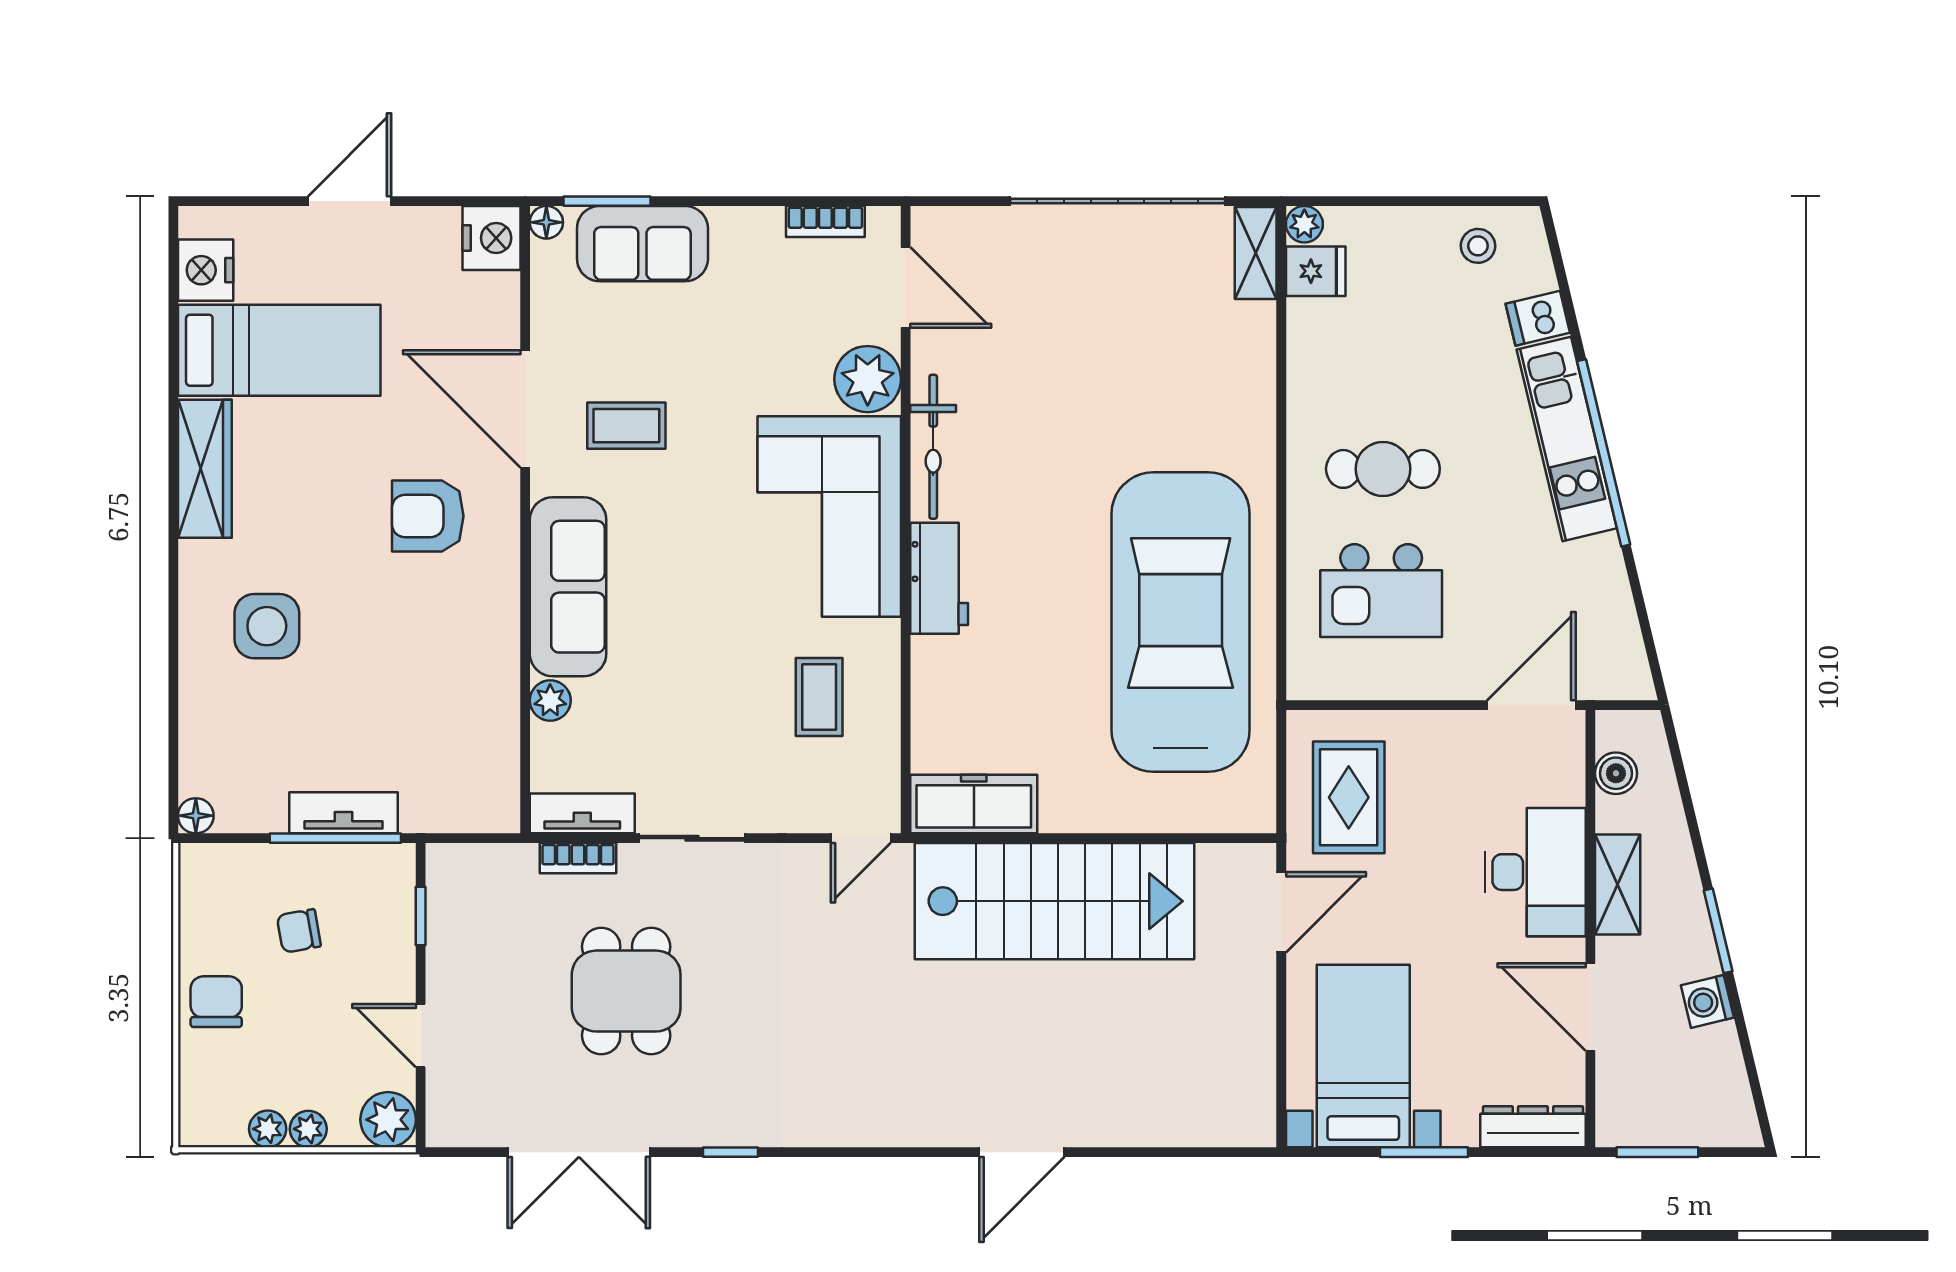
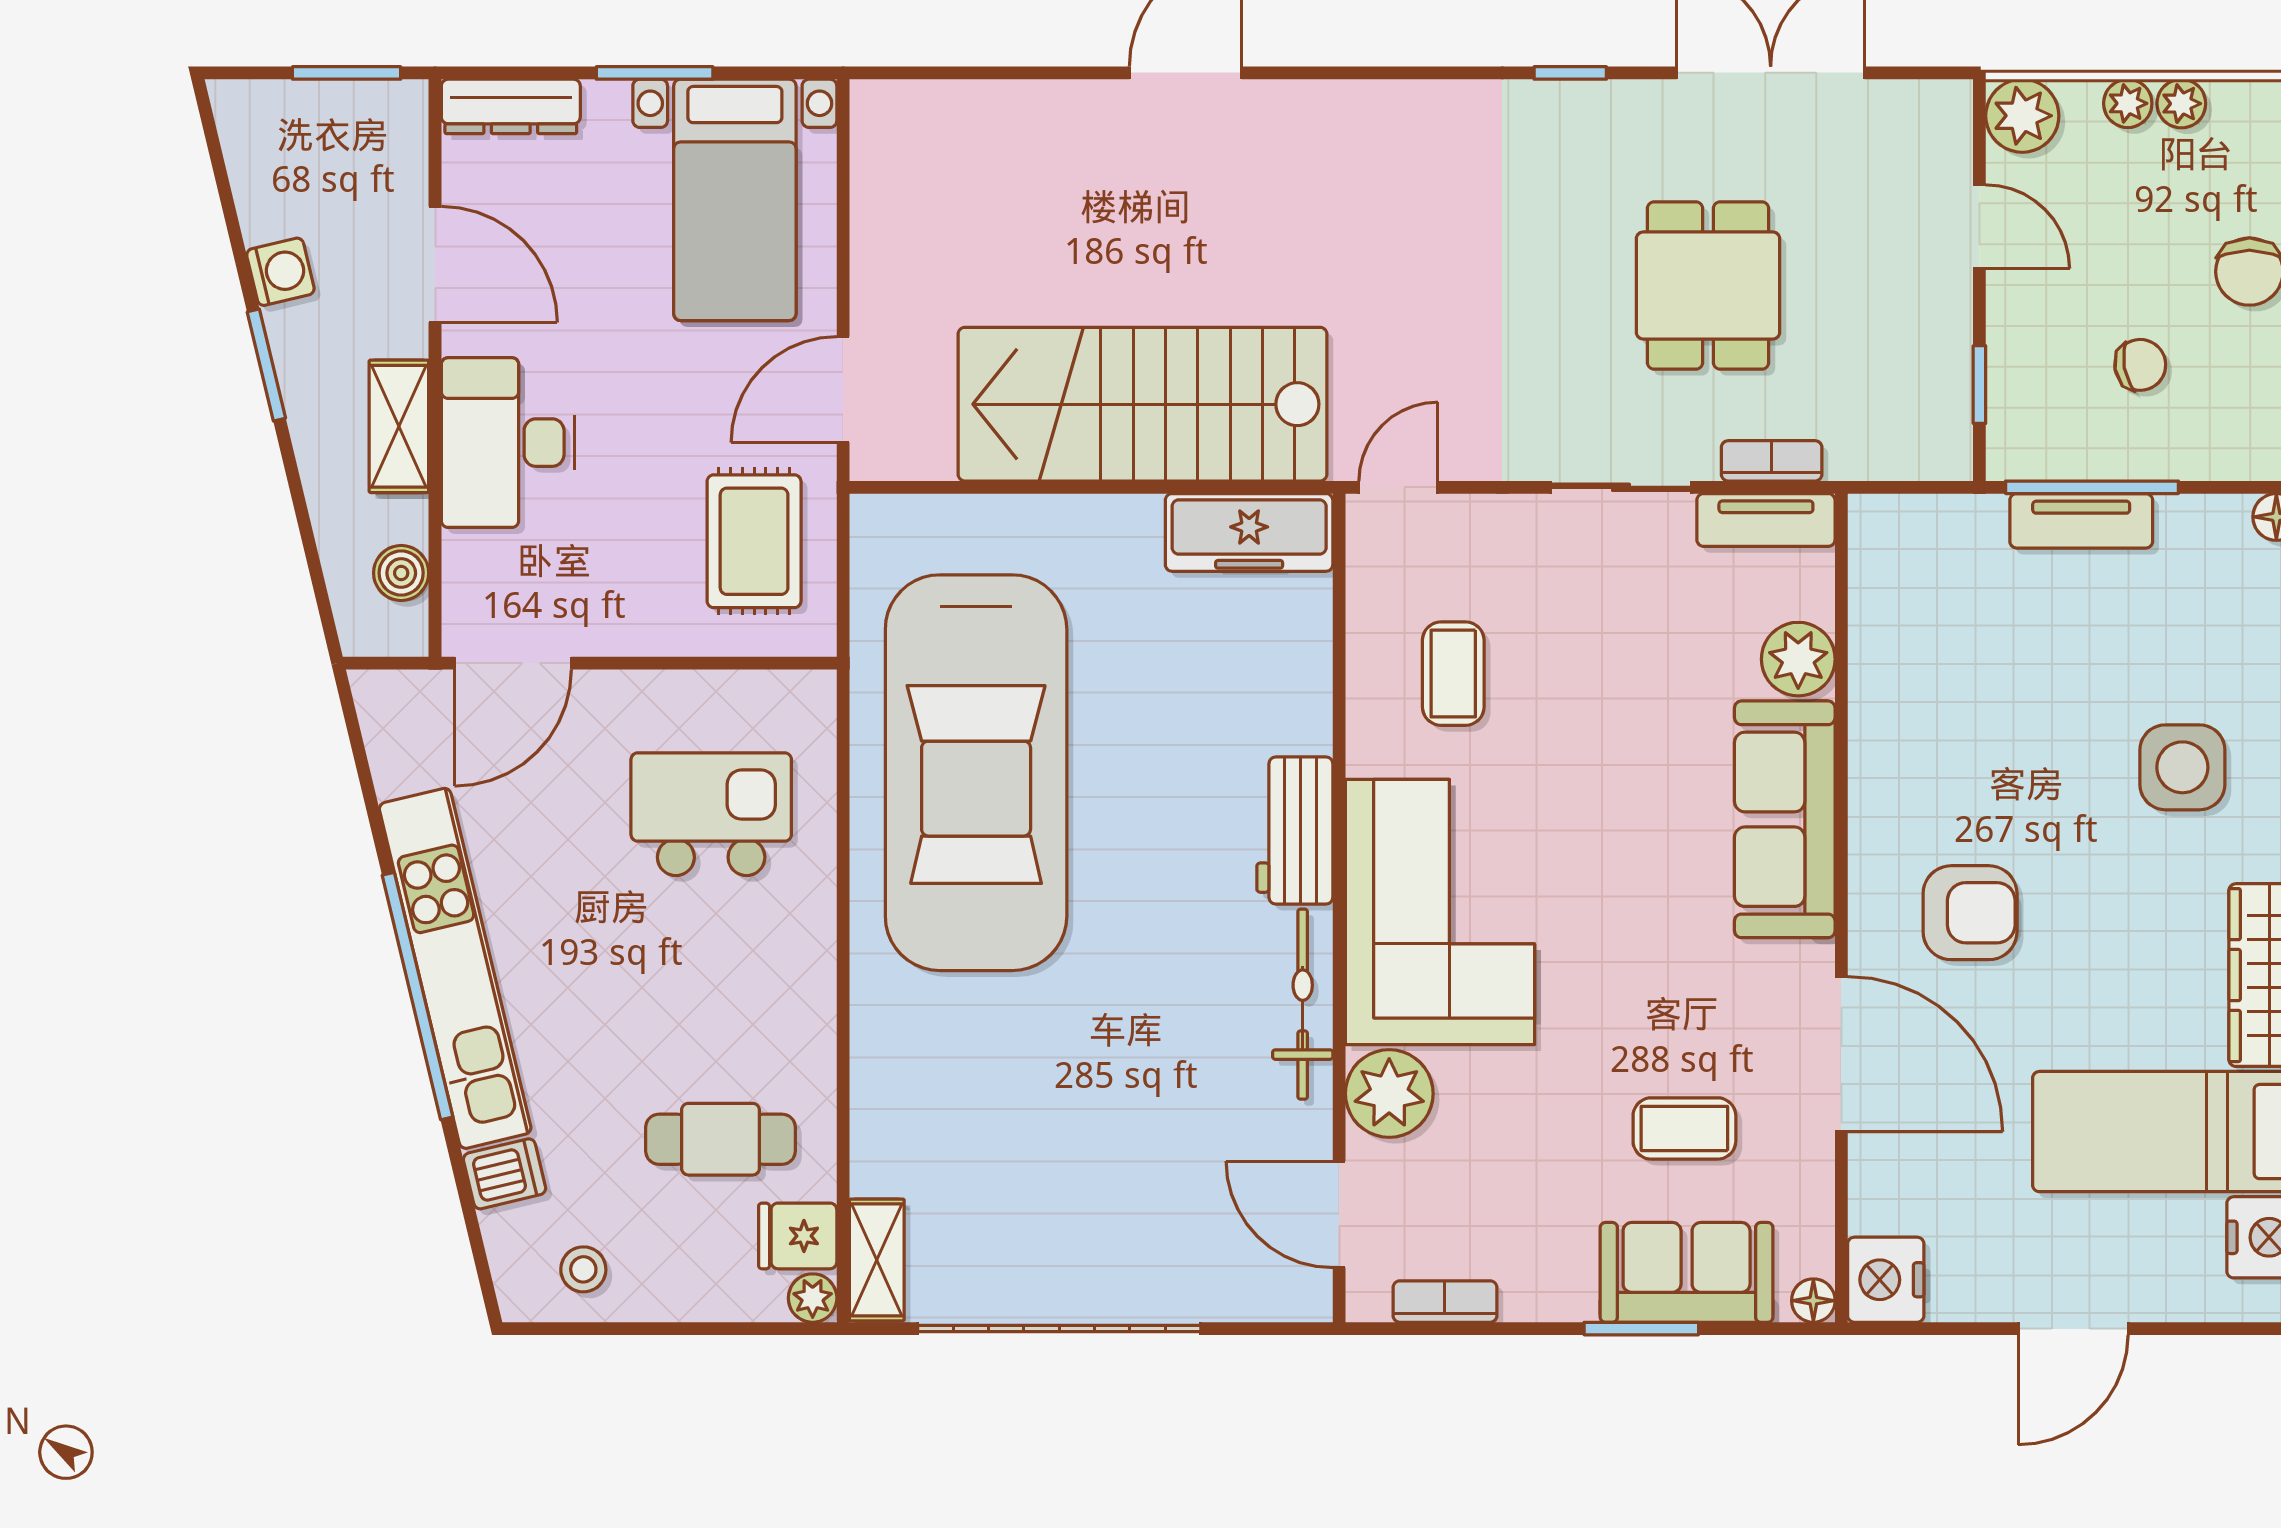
window: (607, 201) -> (1641, 1329), moved
coffee table: (626, 426) -> (1684, 1128), moved
kitchen unit: (1567, 439) -> (455, 968), width x1.36
cafe table: (1383, 469) -> (721, 1139), moved
plant: (550, 700) -> (1798, 659), width x1.38, depth x1.38

